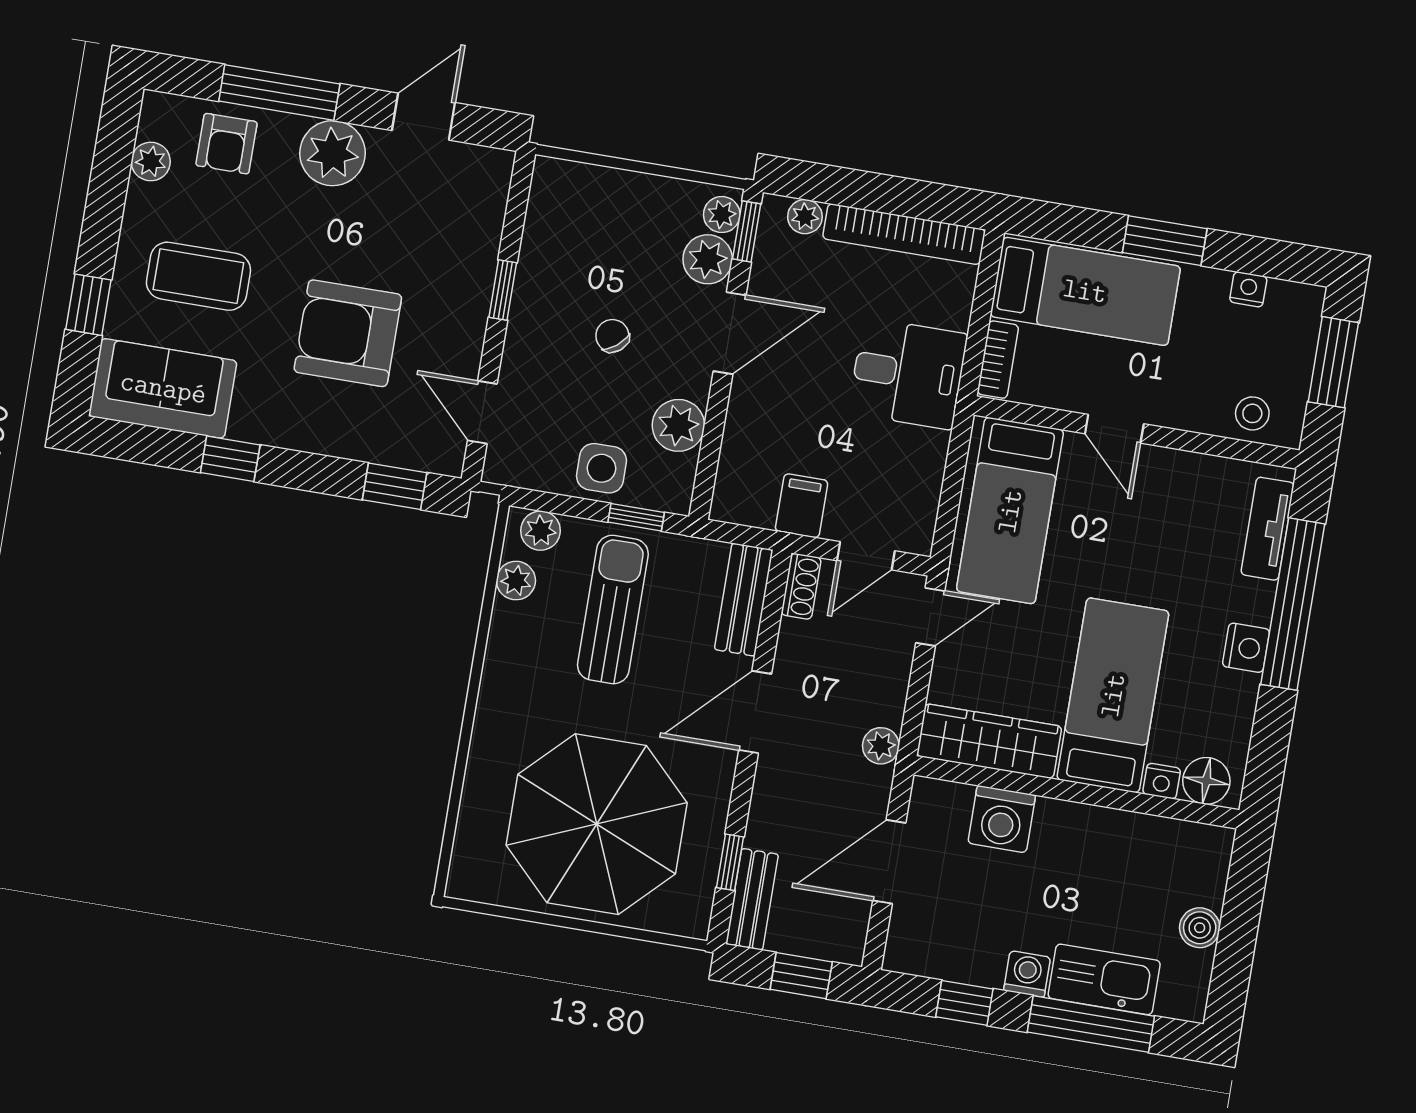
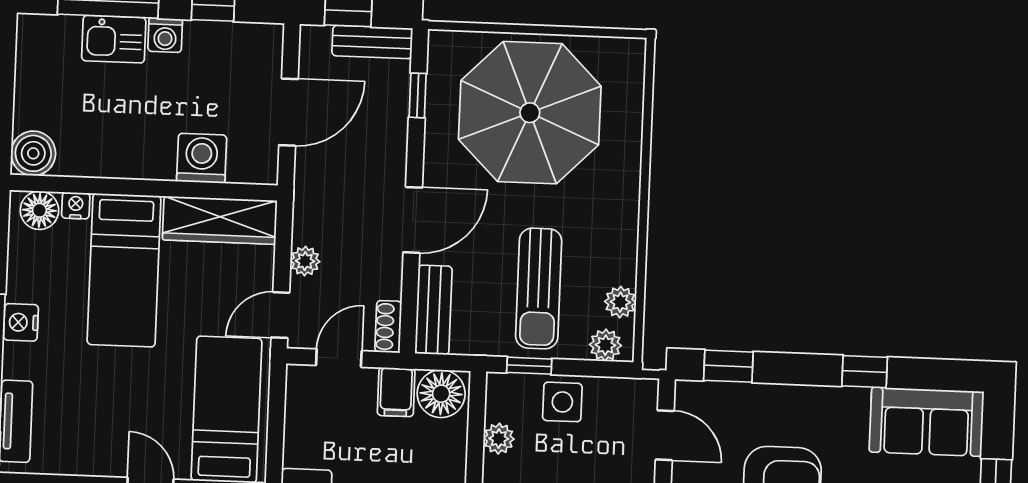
plant: (678, 425) -> (499, 439), width x0.73, depth x0.73
floor lamp: (747, 497) -> (441, 394), added
plant: (881, 746) -> (305, 261), moved
bench: (752, 899) -> (372, 42), moved, turned 90
boiler: (1200, 928) -> (33, 153), moved, width x1.36, depth x1.36
kitchen sink: (1104, 979) -> (114, 39), width x0.73

